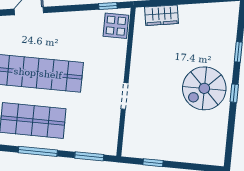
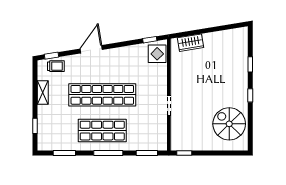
spiral stairs: (204, 88) -> (229, 124), moved, turned 90
window: (153, 163) -> (184, 153), moved

